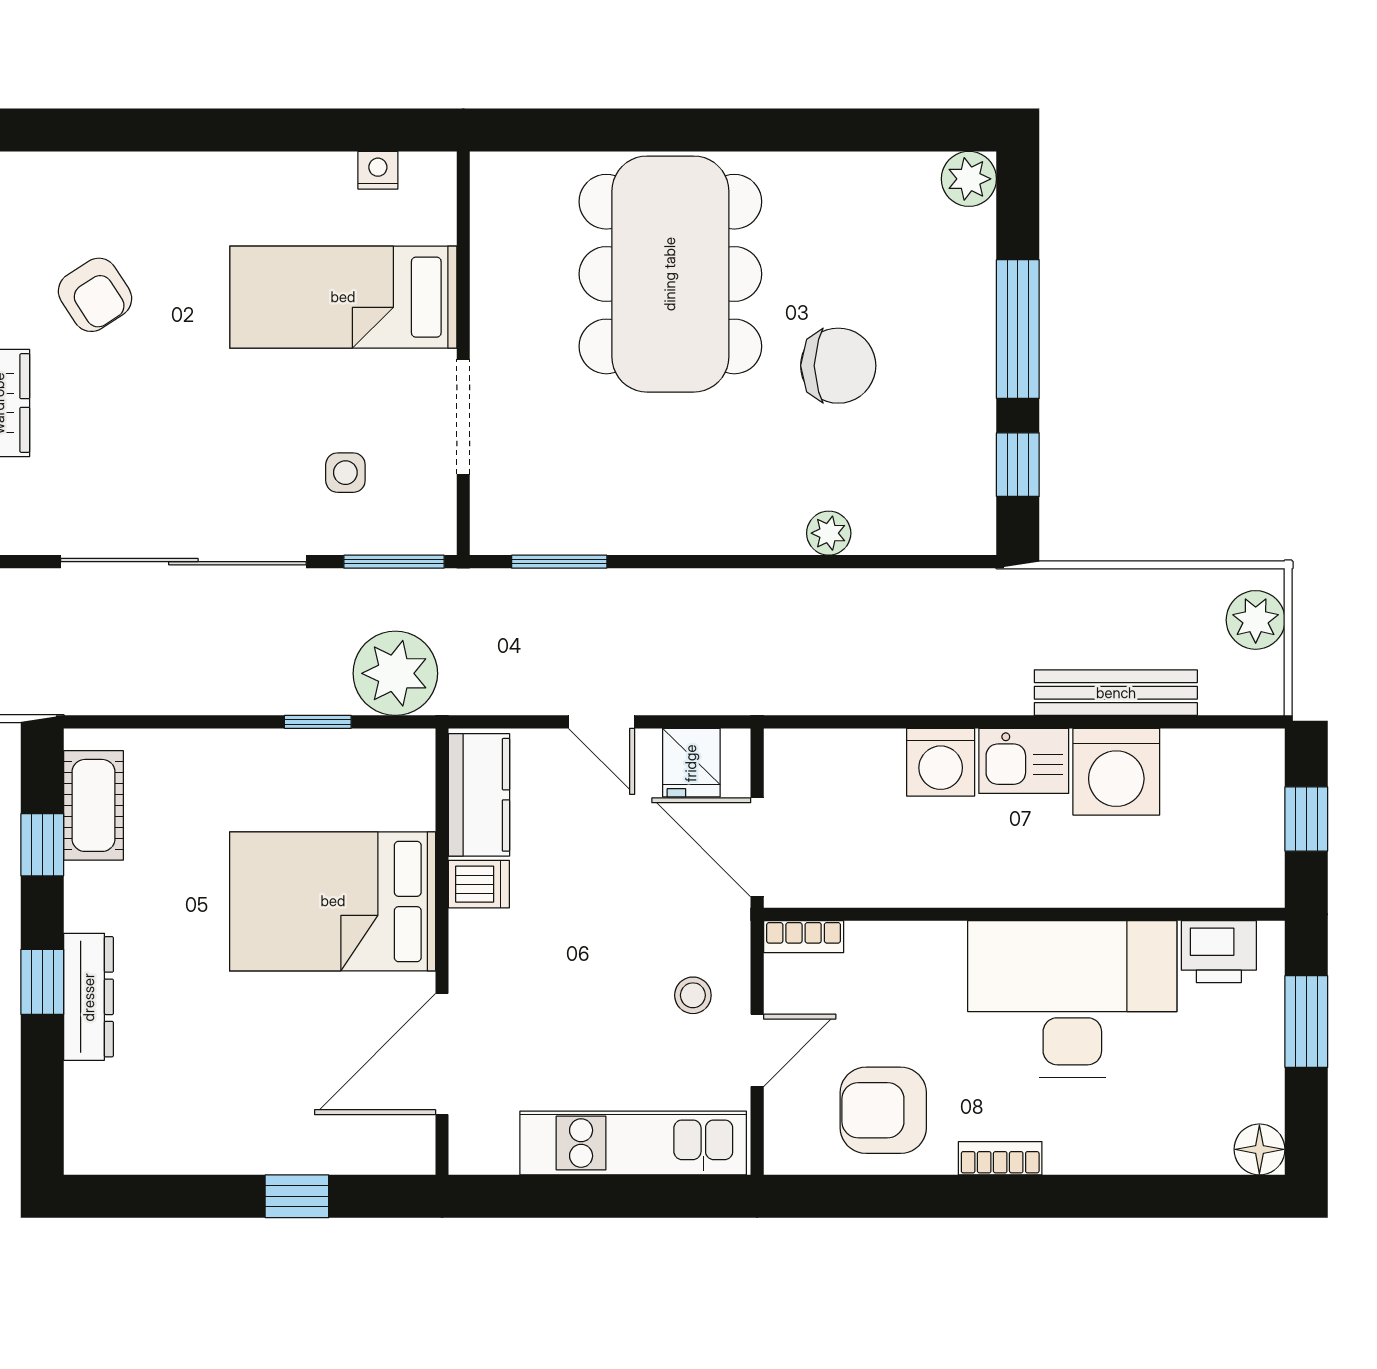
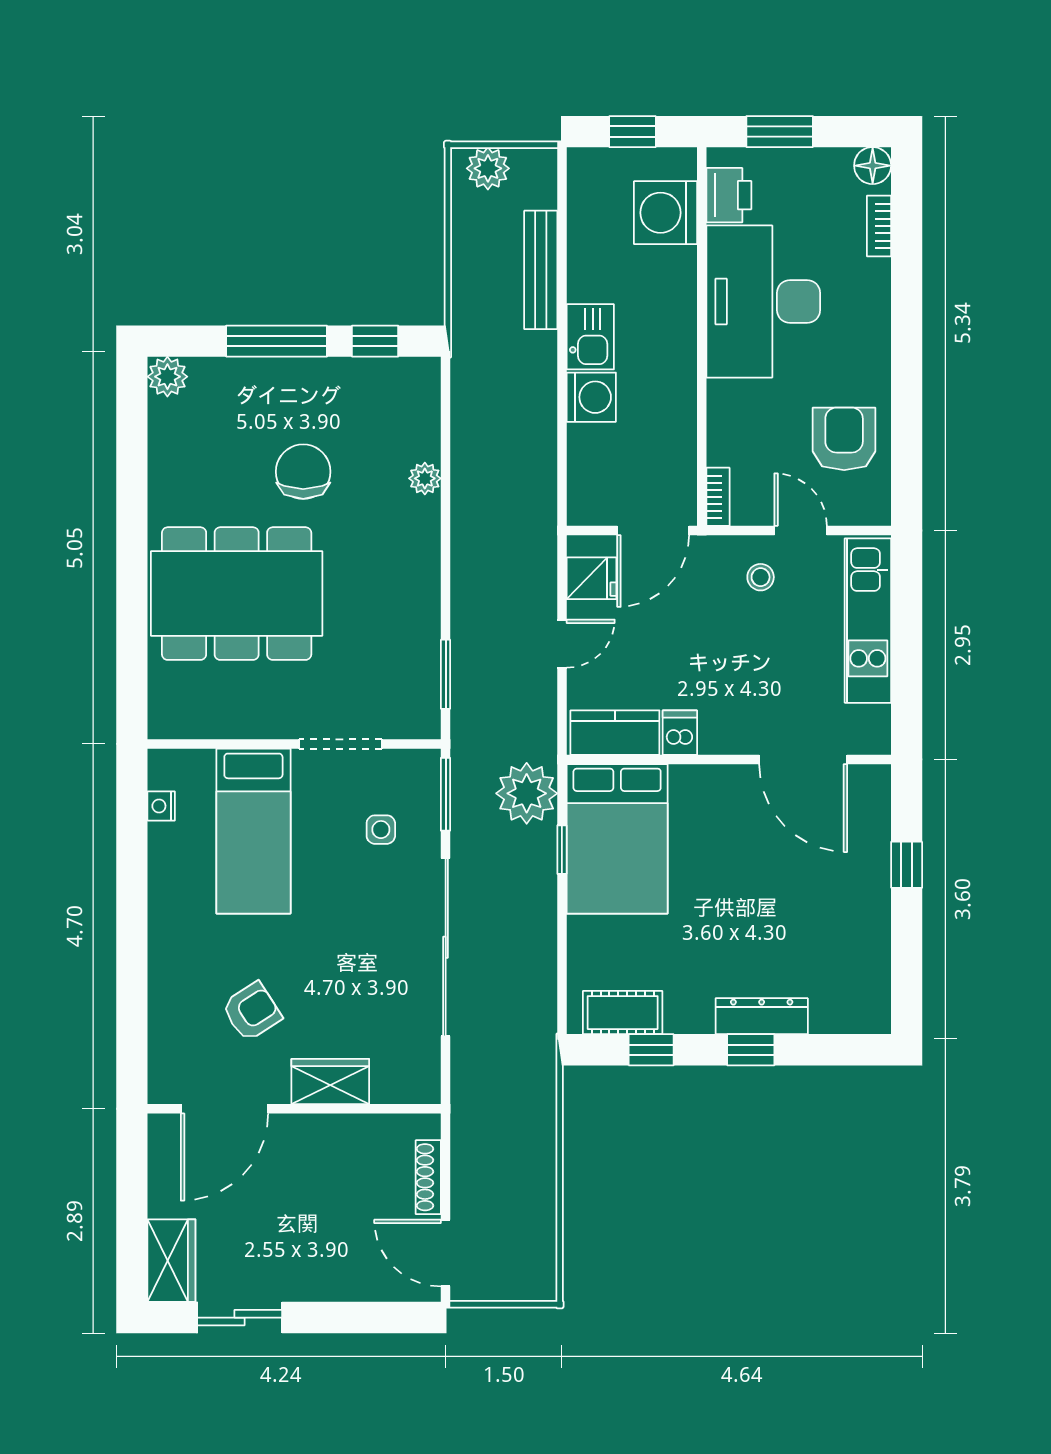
washing machine: (1116, 772) -> (665, 213), moved, turned 180
bed: (333, 901) -> (617, 839), moved
armchair: (883, 1110) -> (844, 439), turned 180
bookcase: (1000, 1158) -> (879, 226), moved

